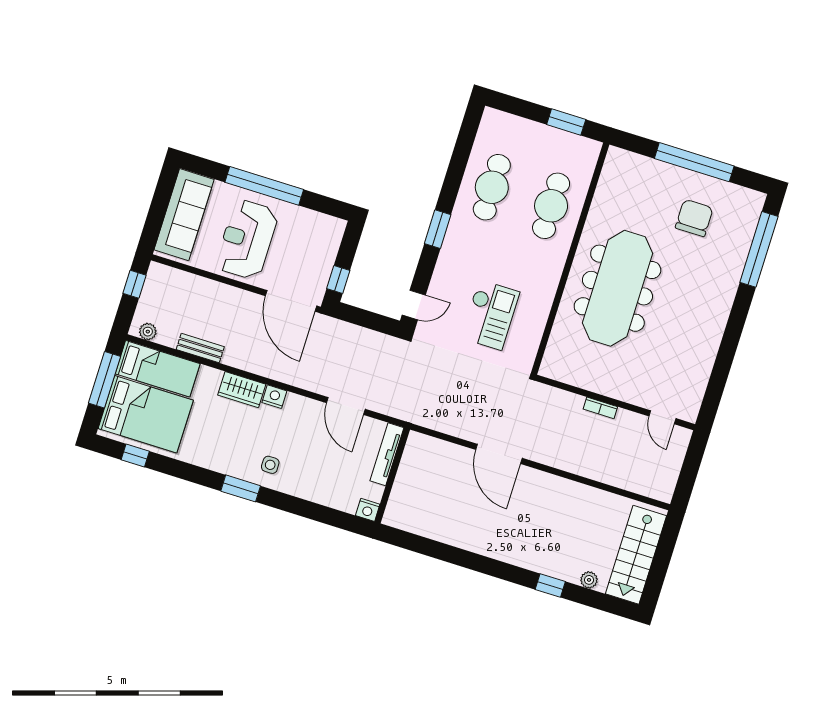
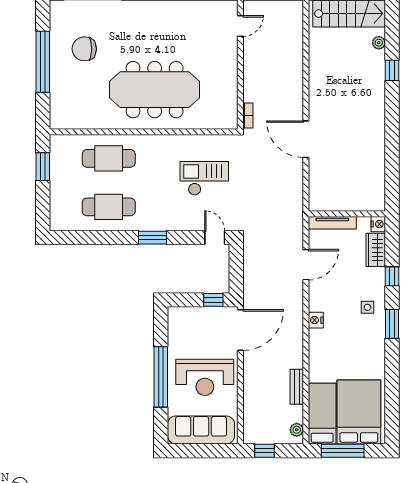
wardrobe: (242, 390) -> (376, 250), moved, turned 180
bookcase: (600, 408) -> (248, 115), moved
door: (499, 454) -> (306, 139), swing flipped
window: (135, 455) -> (392, 276), moved

